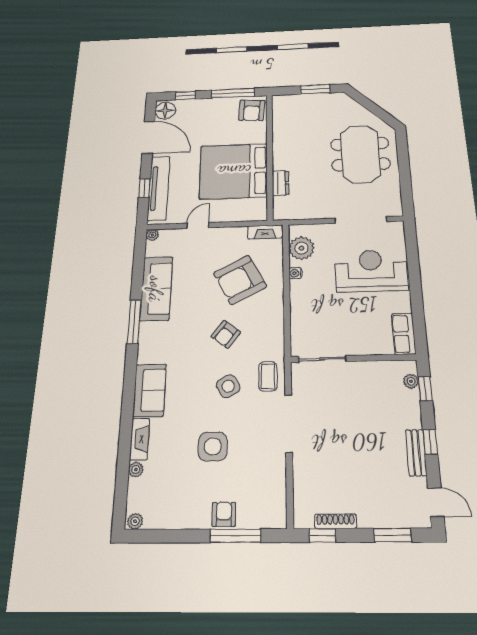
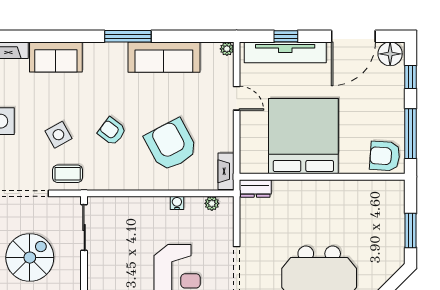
dresser: (280, 183) -> (255, 188), moved
plant: (301, 248) -> (212, 203), width x0.53, depth x0.53
spiral stairs: (356, 413) -> (30, 258), added

